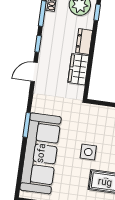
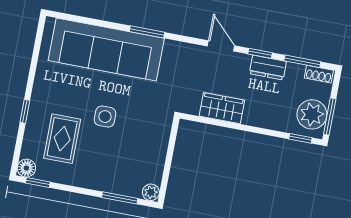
dresser: (84, 42) -> (268, 68), moved, turned 180

